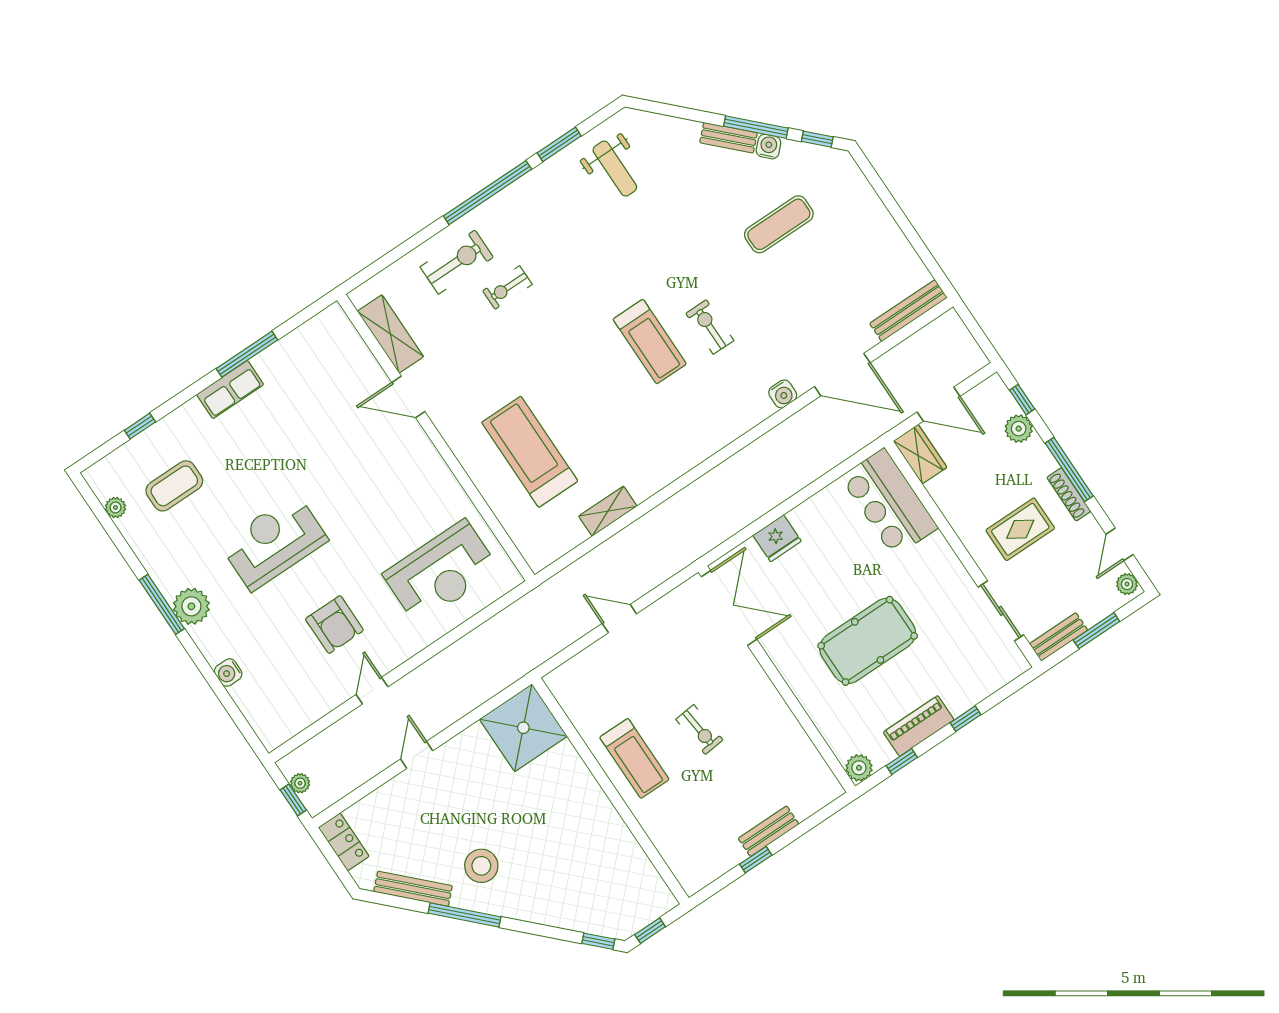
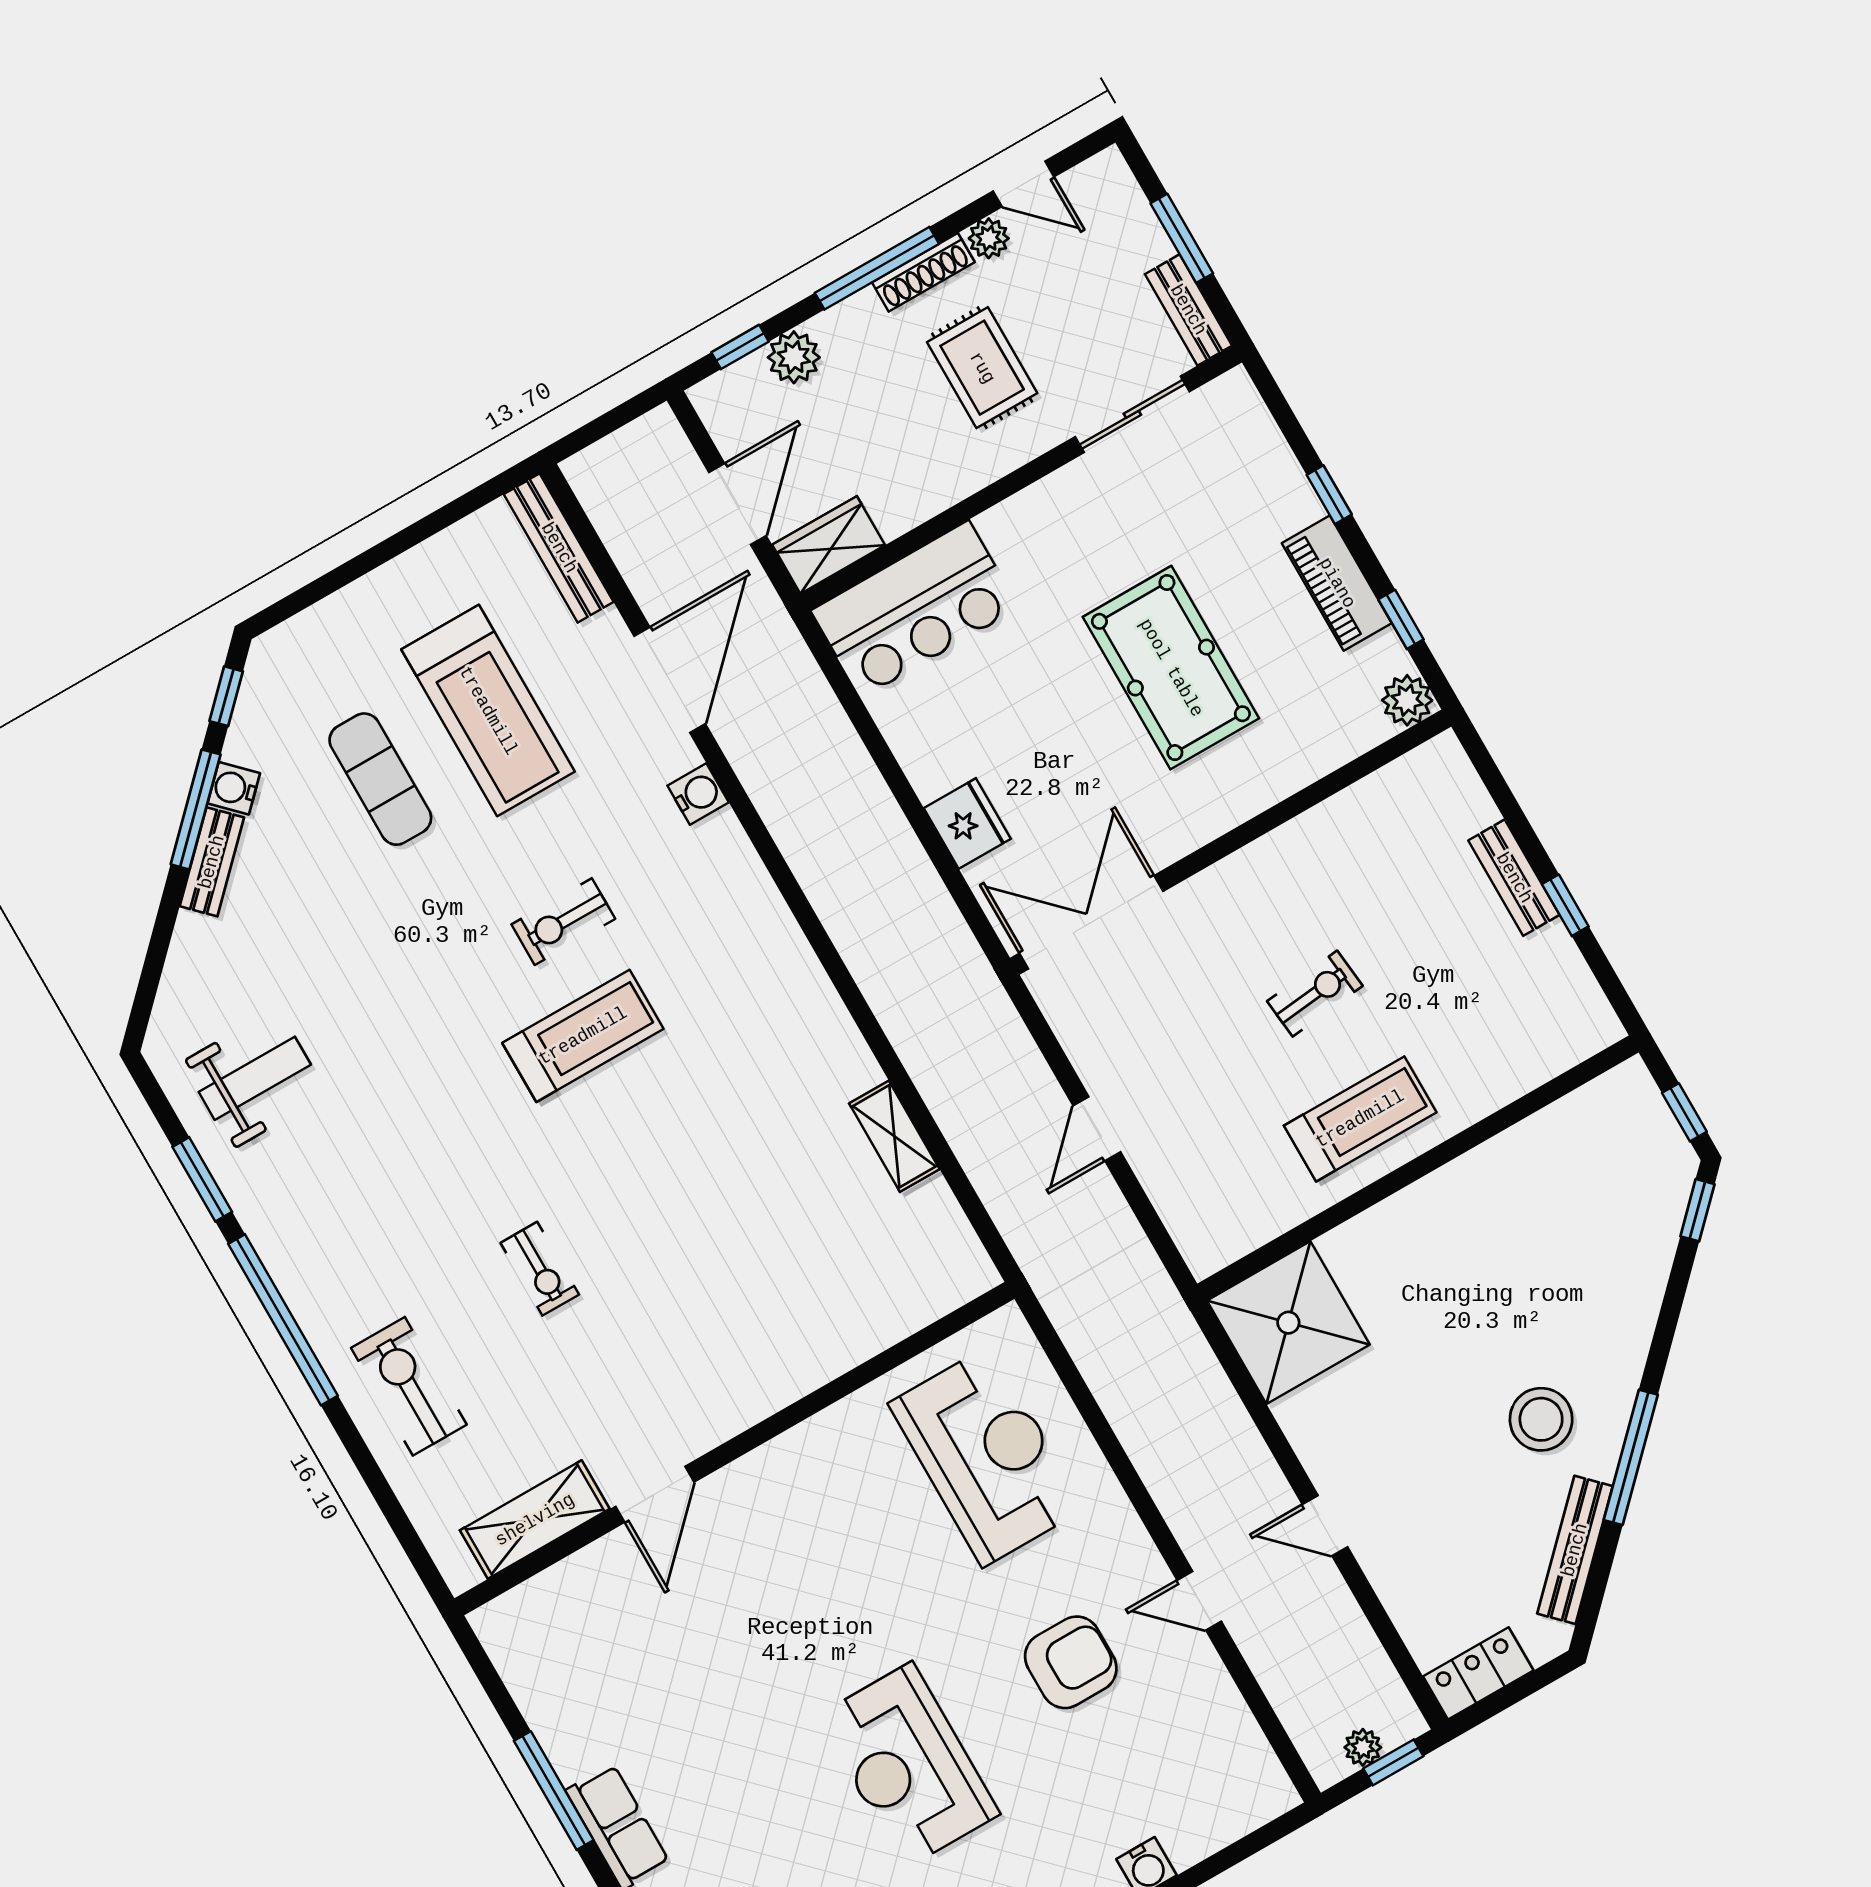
exercise bike: (507, 288) -> (540, 1269), moved
treadmill: (530, 452) -> (488, 711), moved, turned -90
plant: (1127, 584) -> (989, 238), moved

